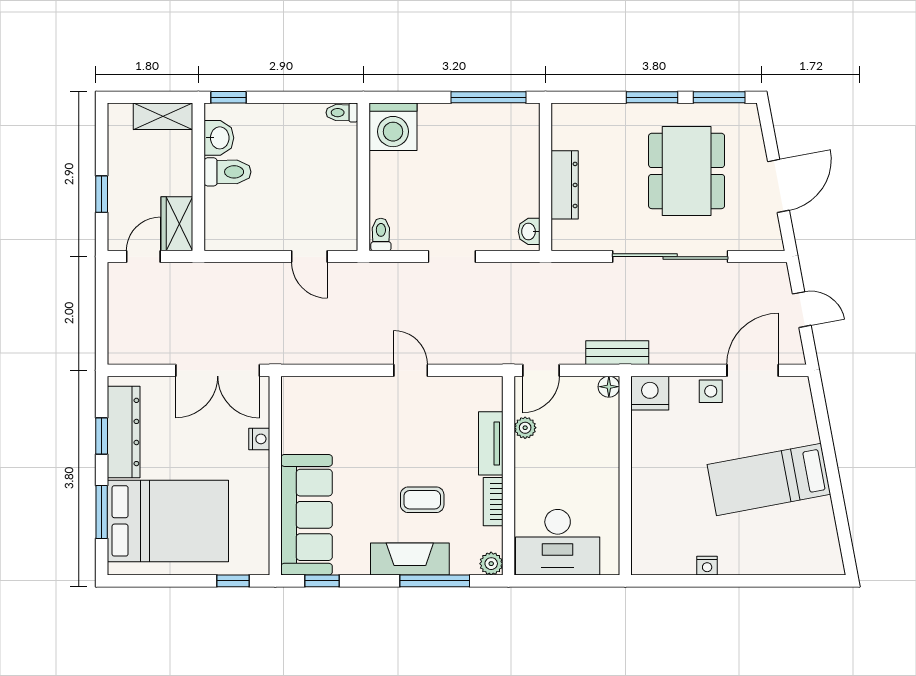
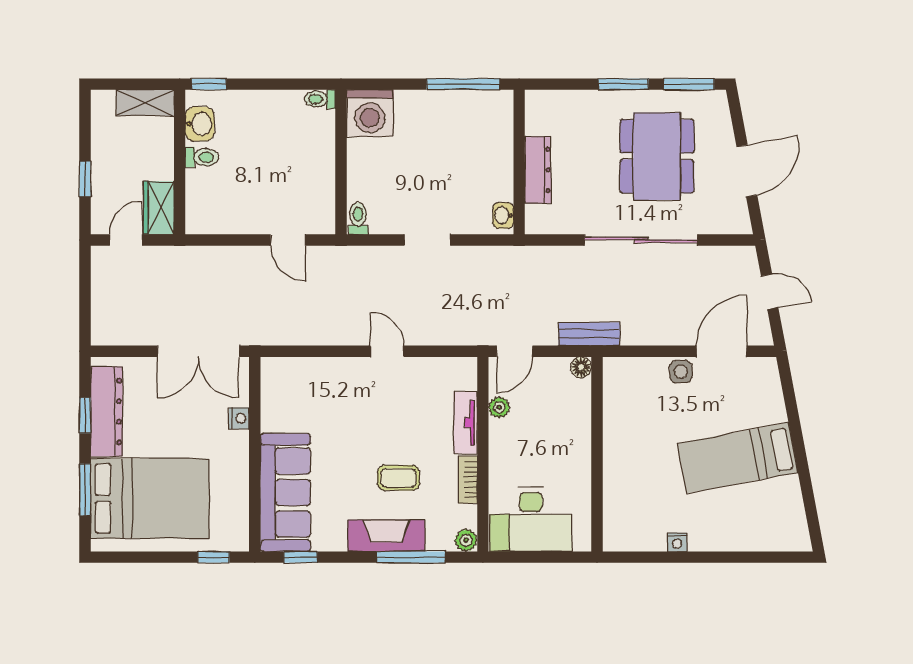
toilet: (228, 172) -> (202, 157), width x0.73, depth x0.72
nightstand: (650, 393) -> (621, 373), removed

